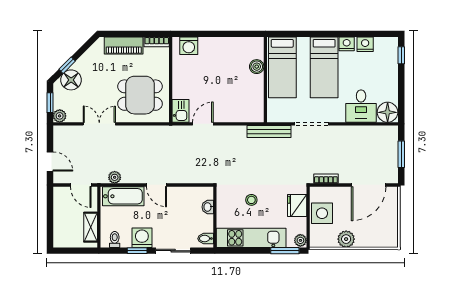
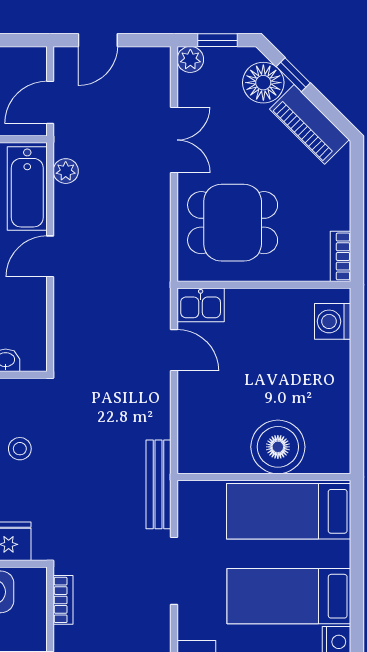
piano: (124, 45) -> (309, 124), moved, turned -45
boiler: (257, 67) -> (278, 447), width x1.86, depth x1.86
dining table: (140, 95) -> (233, 223), turned 90

